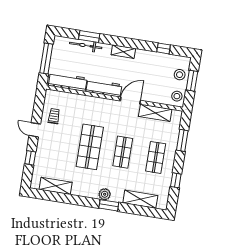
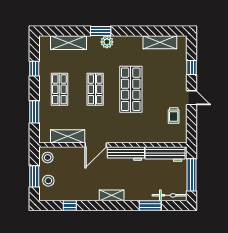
bicycle: (86, 45) -> (170, 195), moved

